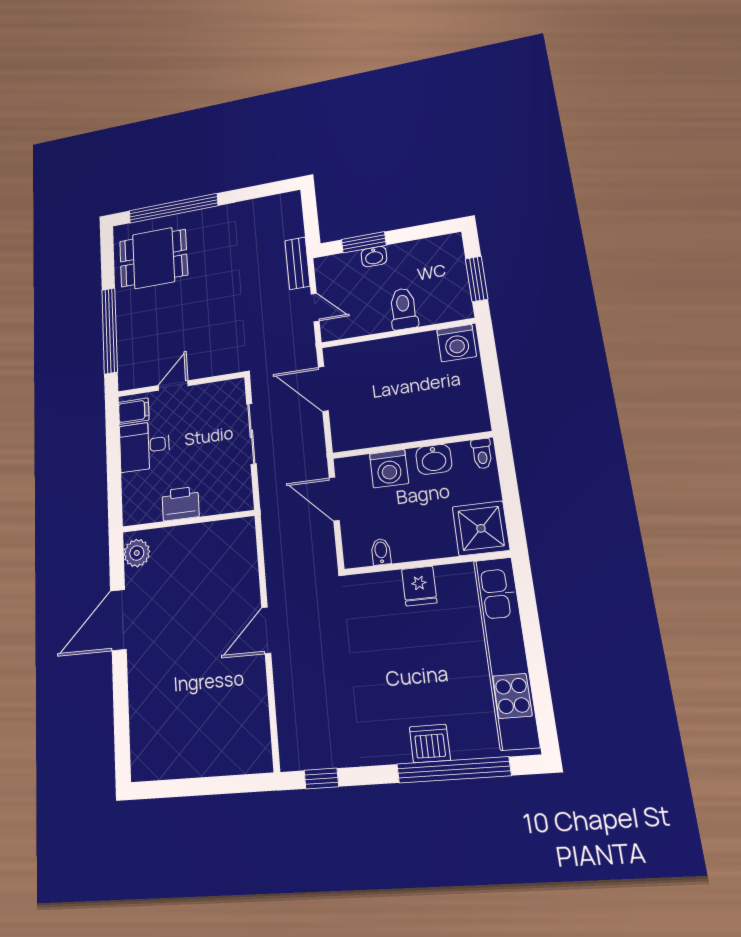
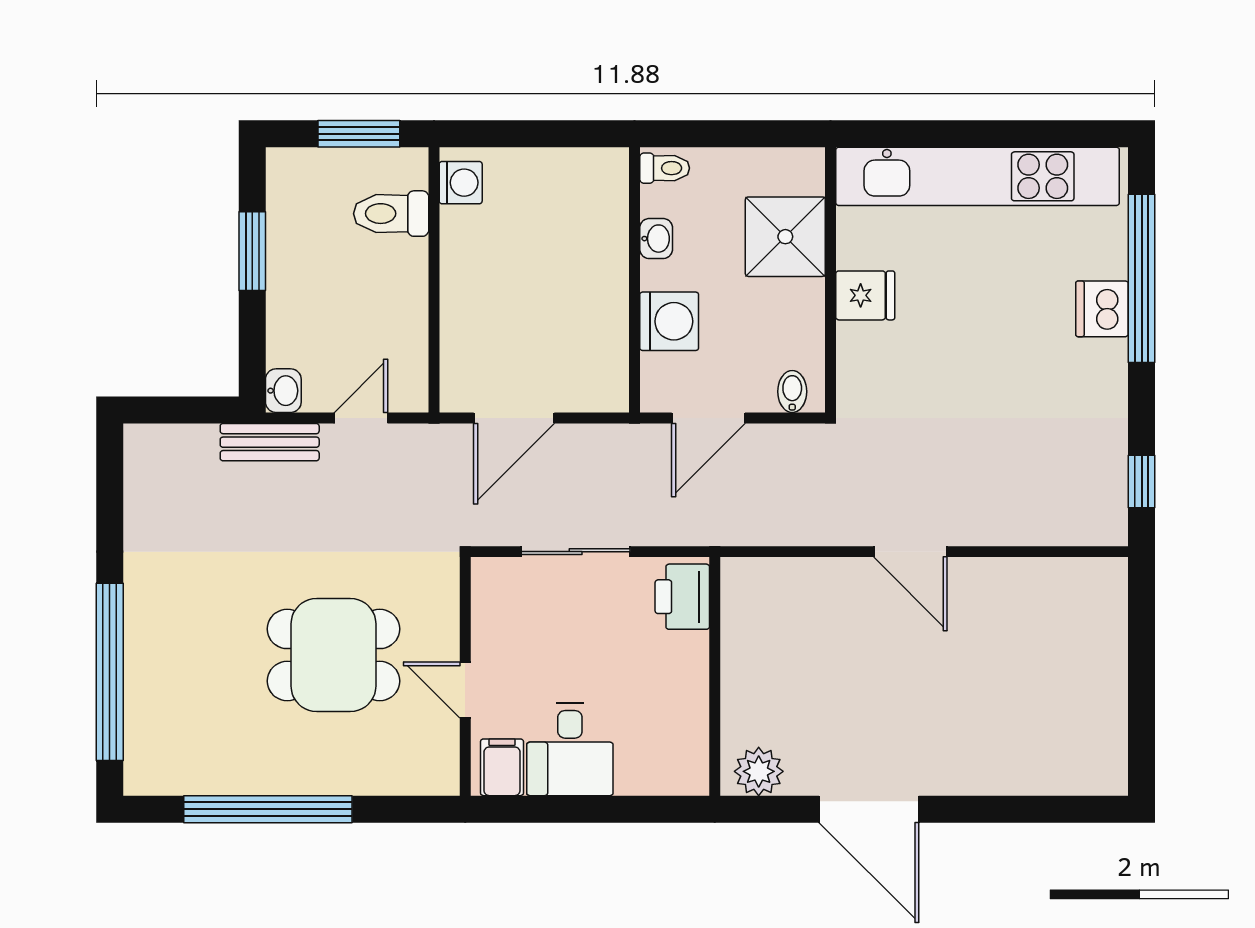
window: (364, 242) -> (252, 251), moved
washbasin: (374, 257) -> (283, 391), moved
dining table: (153, 258) -> (333, 655), moved, turned 90
toilet: (403, 309) -> (391, 214), moved
window: (110, 331) -> (268, 809), moved
washing machine: (457, 343) -> (461, 183), width x0.73, depth x0.73
washbasin: (434, 459) -> (656, 239), width x0.72, depth x0.69
printer: (181, 504) -> (682, 597), moved
shower: (481, 528) -> (785, 237), moved
bidet: (381, 552) -> (792, 392), moved, turned 90

